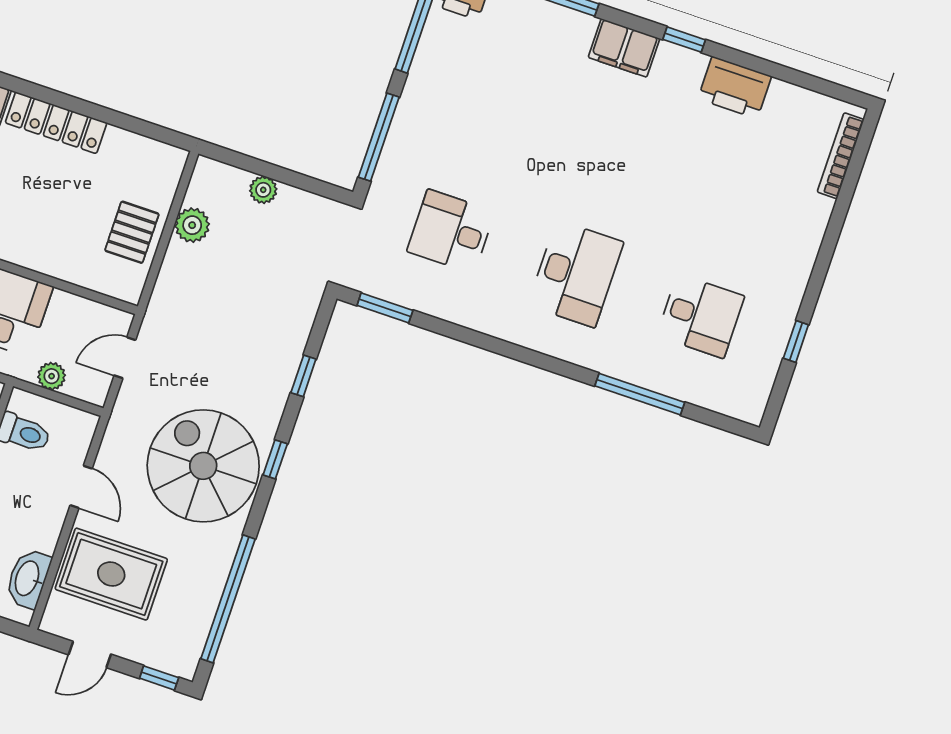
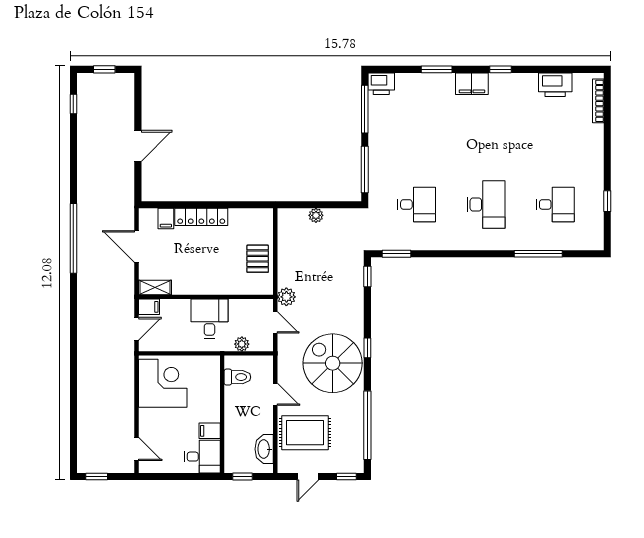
printer: (735, 87) -> (555, 85), moved
plant: (192, 225) -> (286, 297), moved
desk: (451, 231) -> (417, 204), turned 180
door: (125, 358) -> (275, 322), swing flipped
window: (303, 376) -> (367, 276), moved

